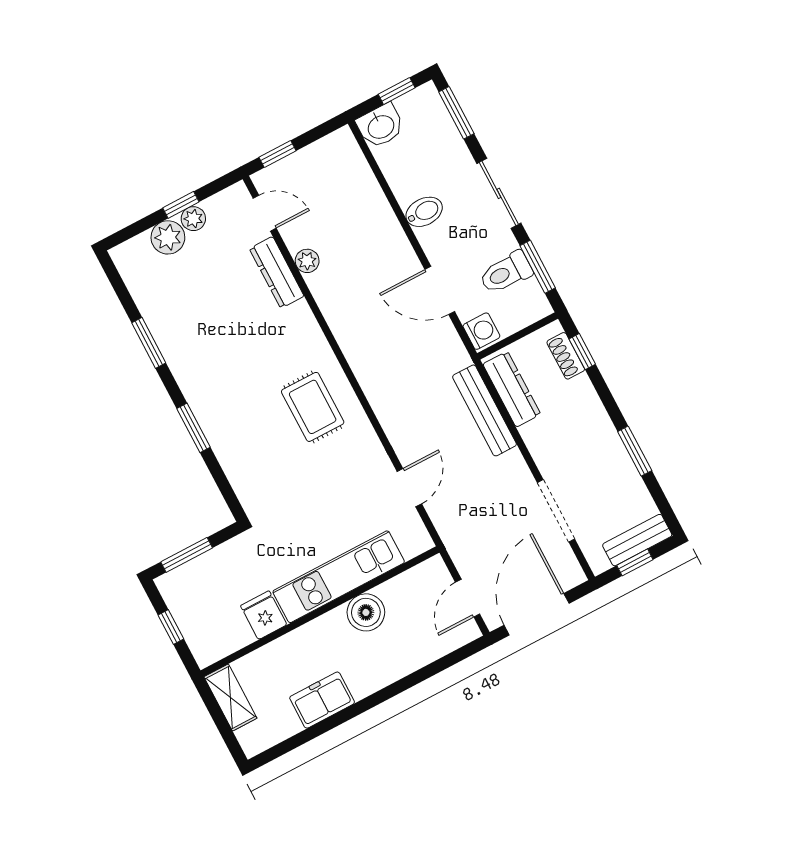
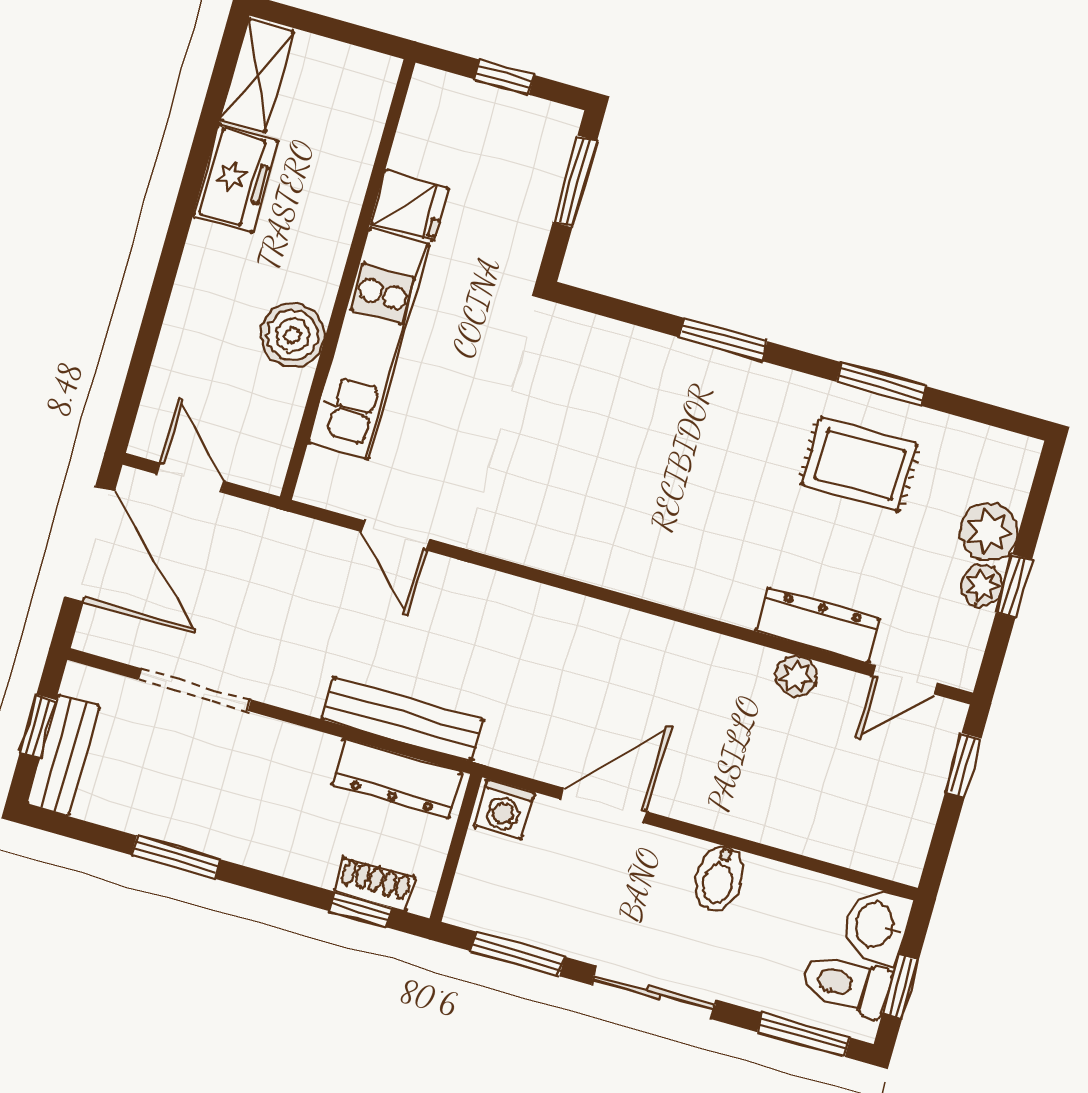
toilet: (506, 273) -> (846, 985), moved, turned -90
rug: (313, 407) -> (860, 465), moved
shelving: (230, 698) -> (257, 76), moved, turned 90

